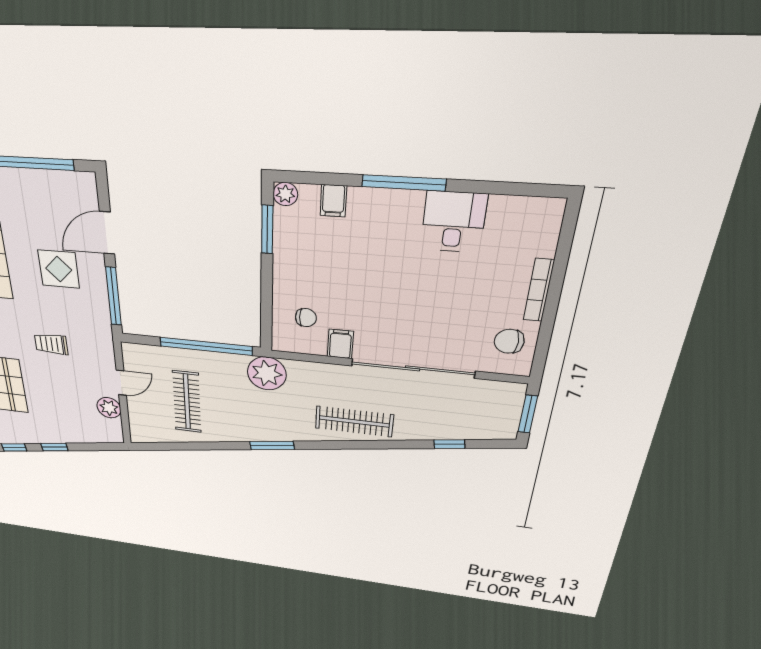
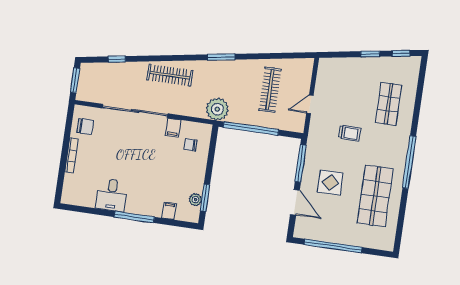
plant: (285, 194) -> (195, 200), moved
door: (107, 233) -> (295, 202), hinge flipped
plant: (109, 408) -> (323, 86), removed

